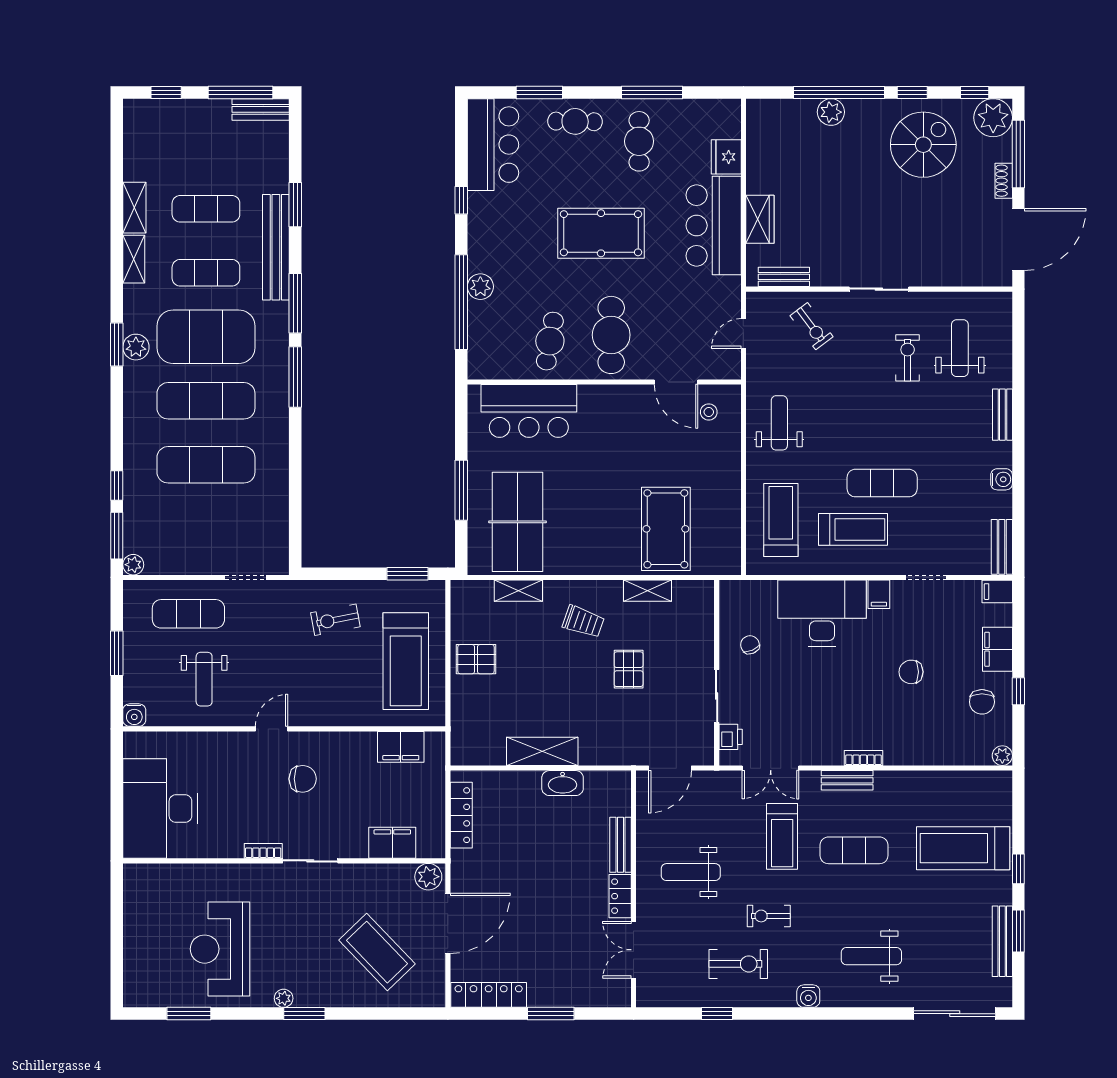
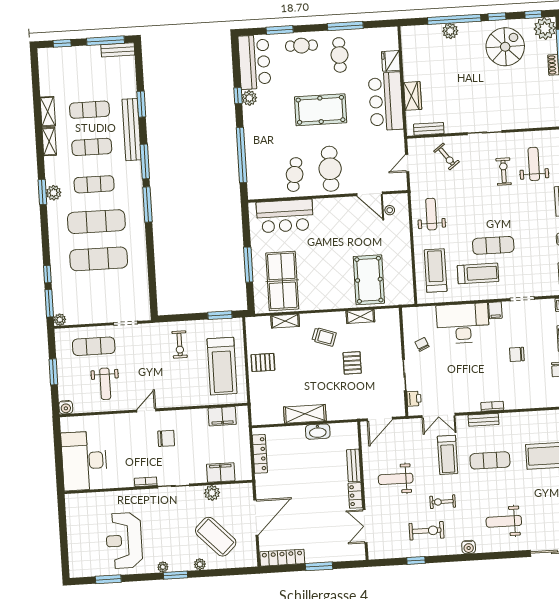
plant: (480, 287) -> (249, 98), moved
exercise mat: (206, 337) -> (94, 184), width x0.50, depth x0.69
exercise bike: (335, 620) -> (180, 345), turned -79
plant: (428, 877) -> (212, 493), moved
plant: (347, 998) -> (200, 564), added

